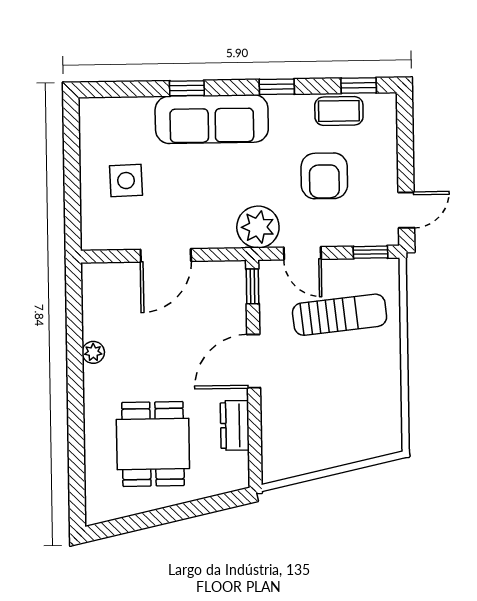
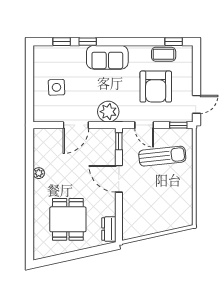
window: (277, 87) -> (62, 42), moved
sofa: (212, 119) -> (107, 57), width x0.73
armchair: (324, 176) -> (156, 87), width x1.36, depth x1.36
plant: (258, 227) -> (108, 112), moved
door: (254, 361) -> (119, 179), hinge flipped
dresser: (235, 425) -> (109, 229), moved

